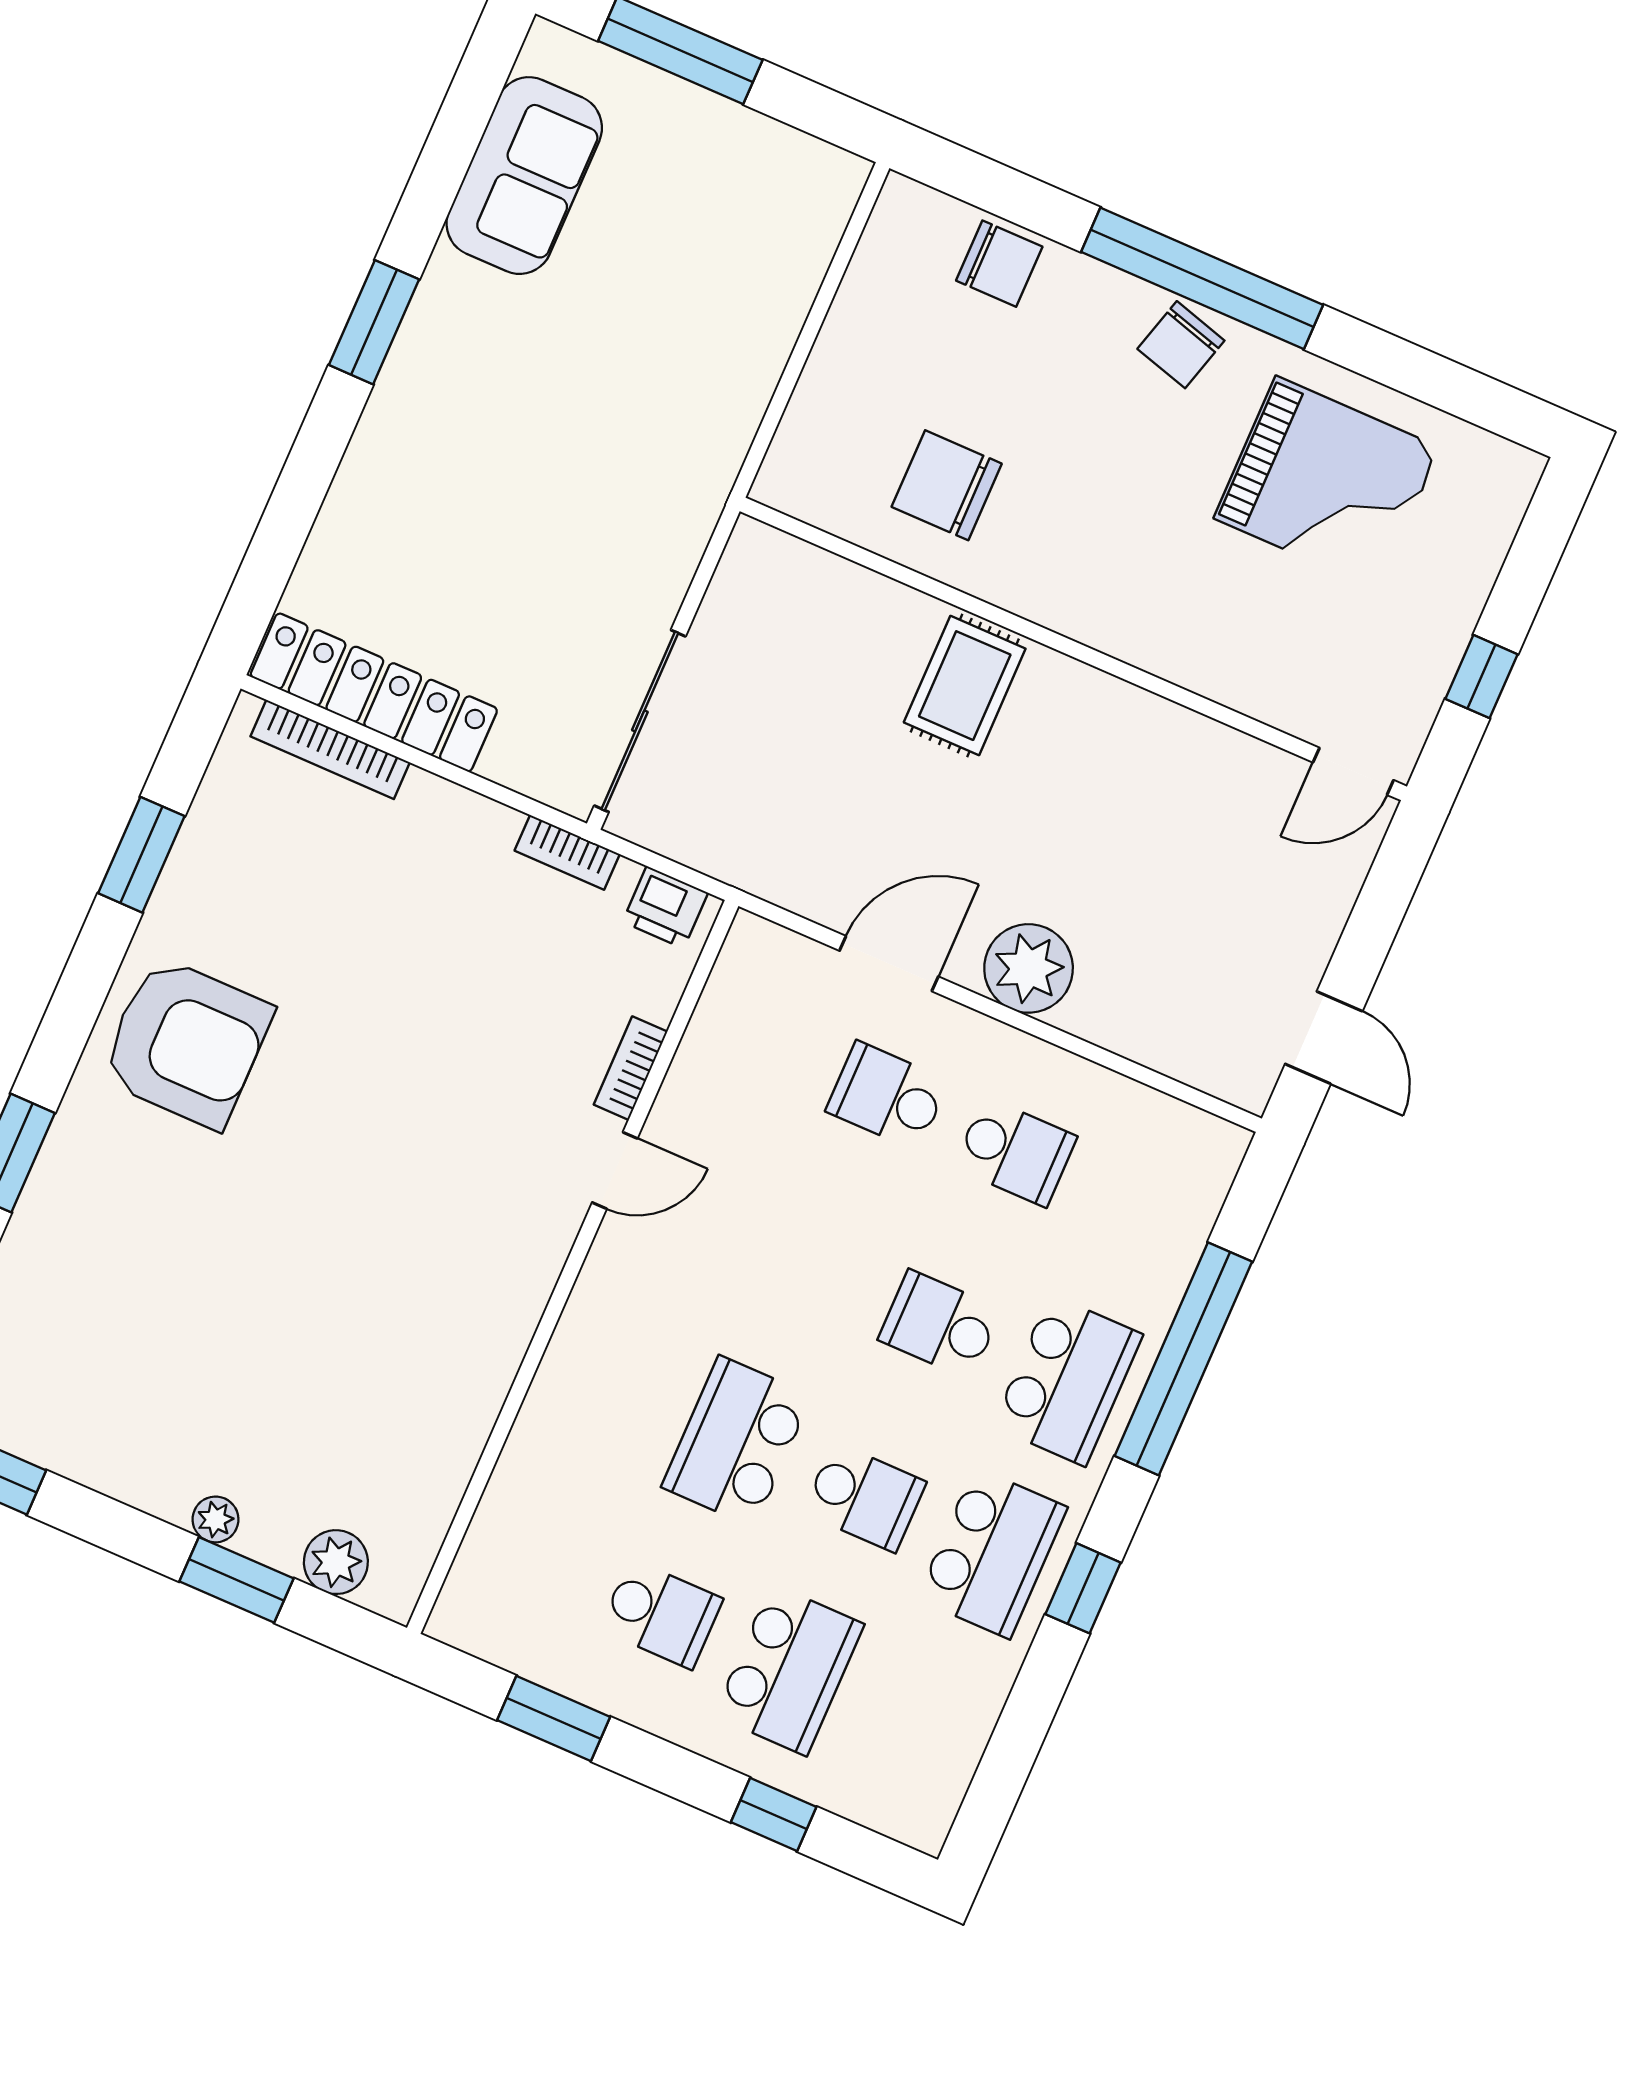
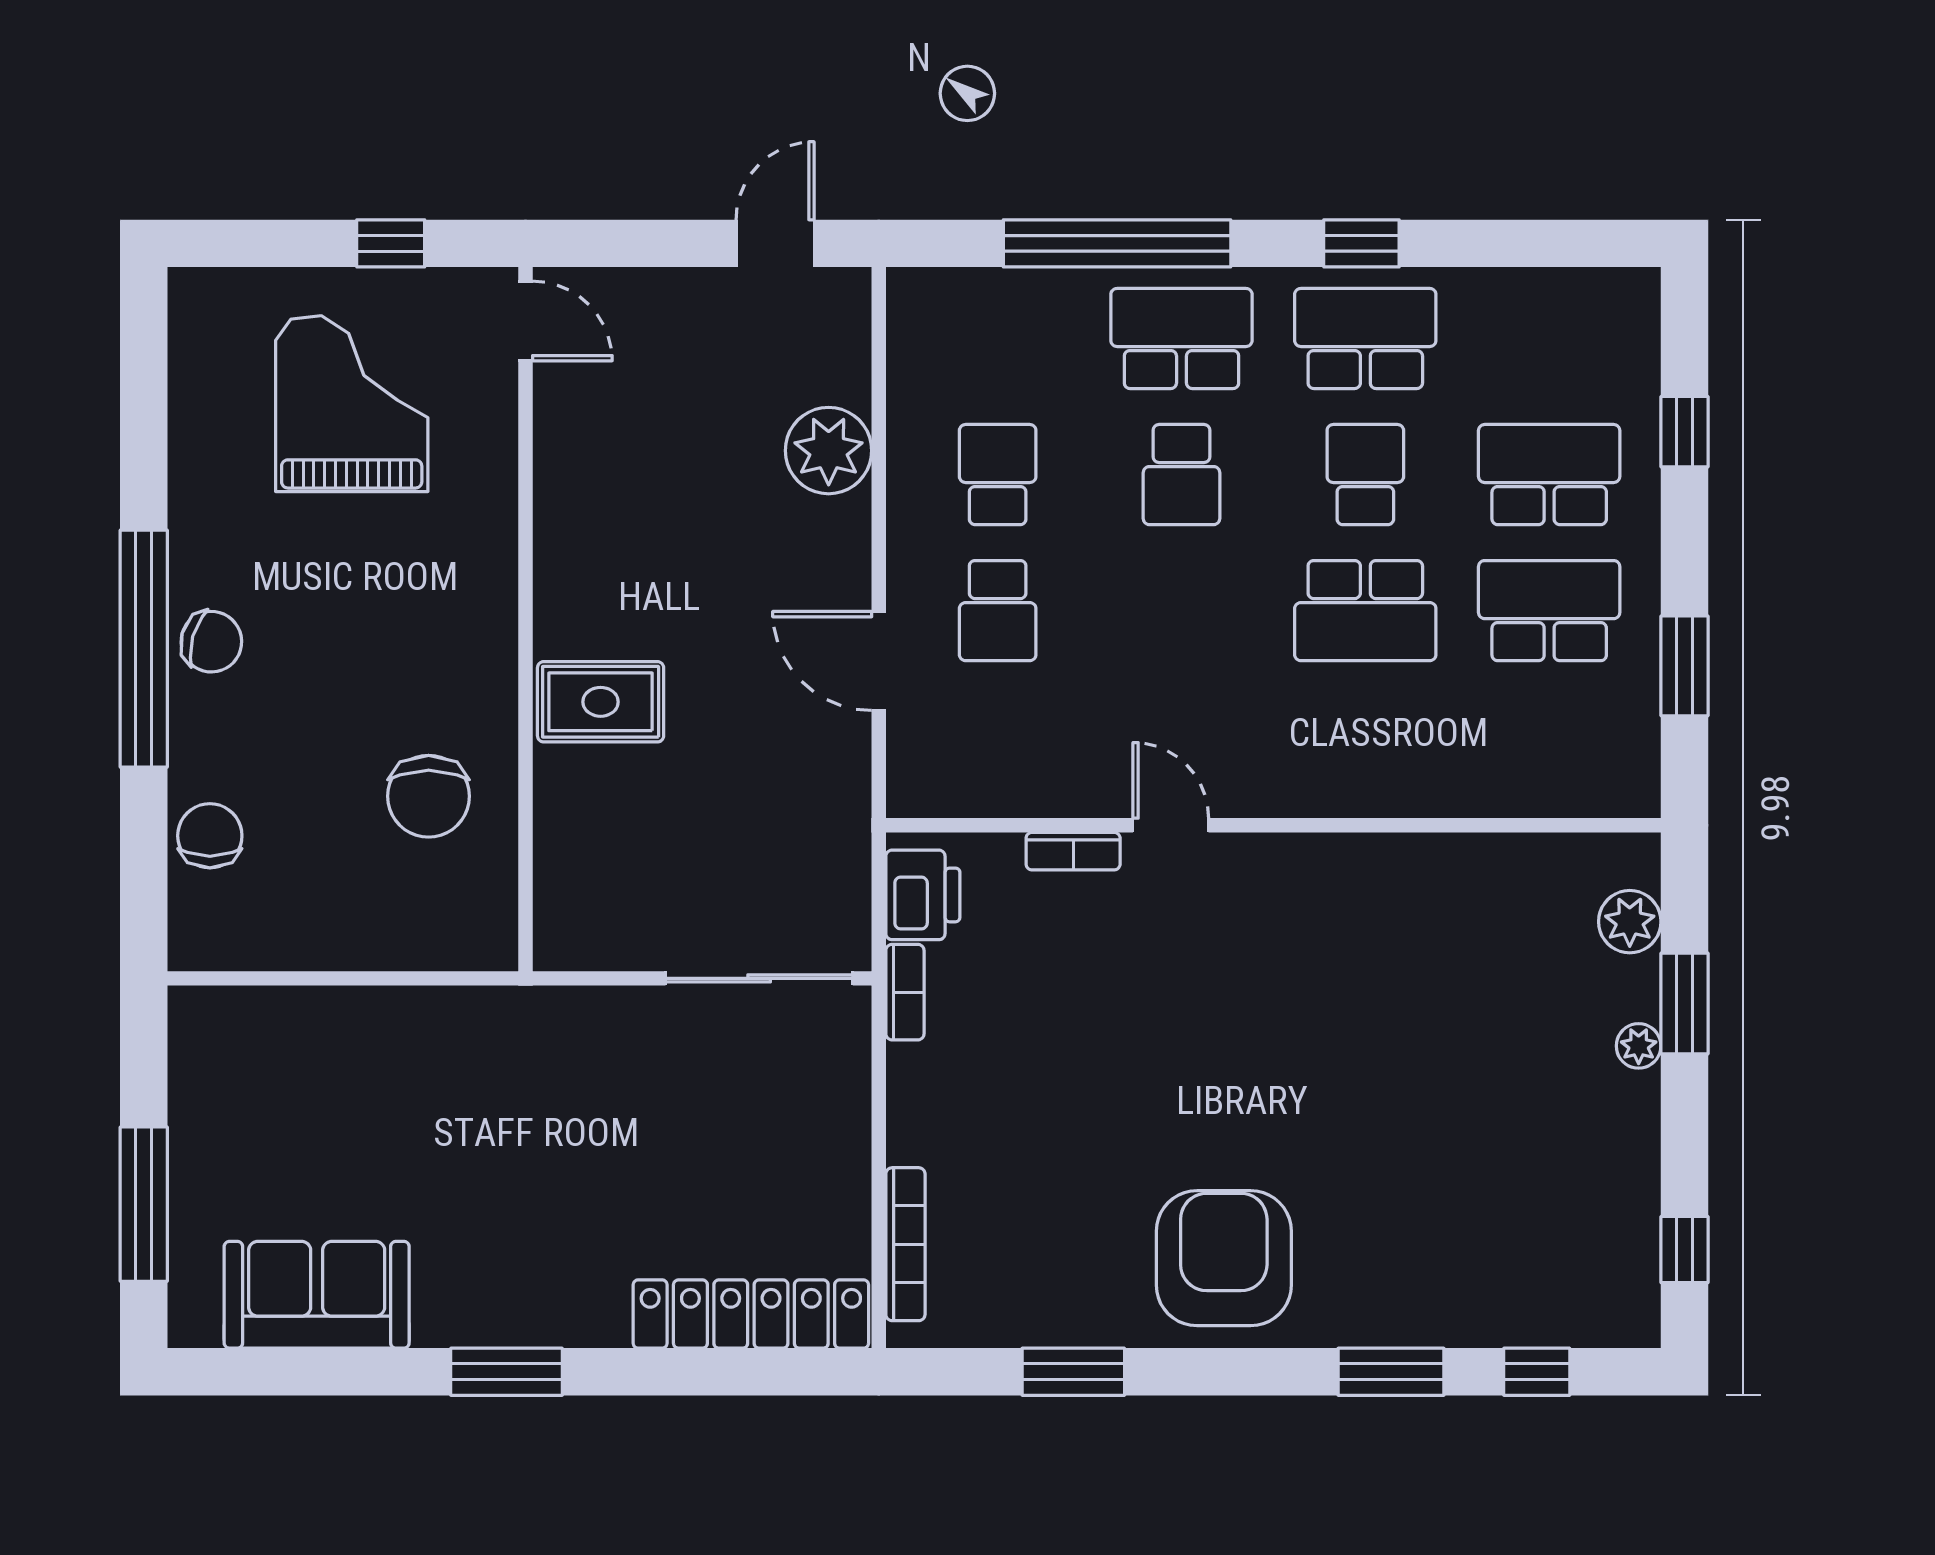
grand piano: (1327, 483) -> (352, 404), moved
locker: (374, 692) -> (751, 1314), moved, turned 90
printer: (665, 907) -> (923, 895), width x1.36, depth x1.24
plant: (1029, 968) -> (829, 451), moved
school desk: (661, 1614) -> (1549, 611), width x1.85

